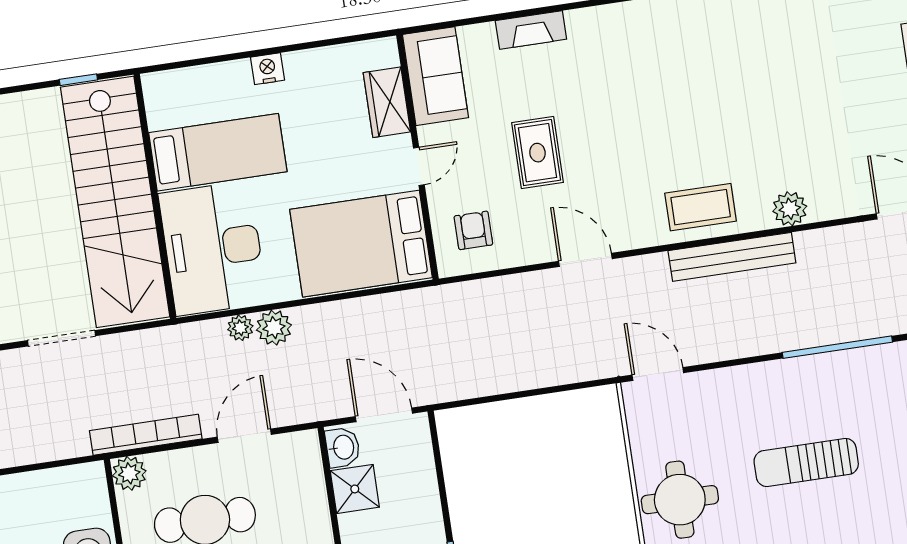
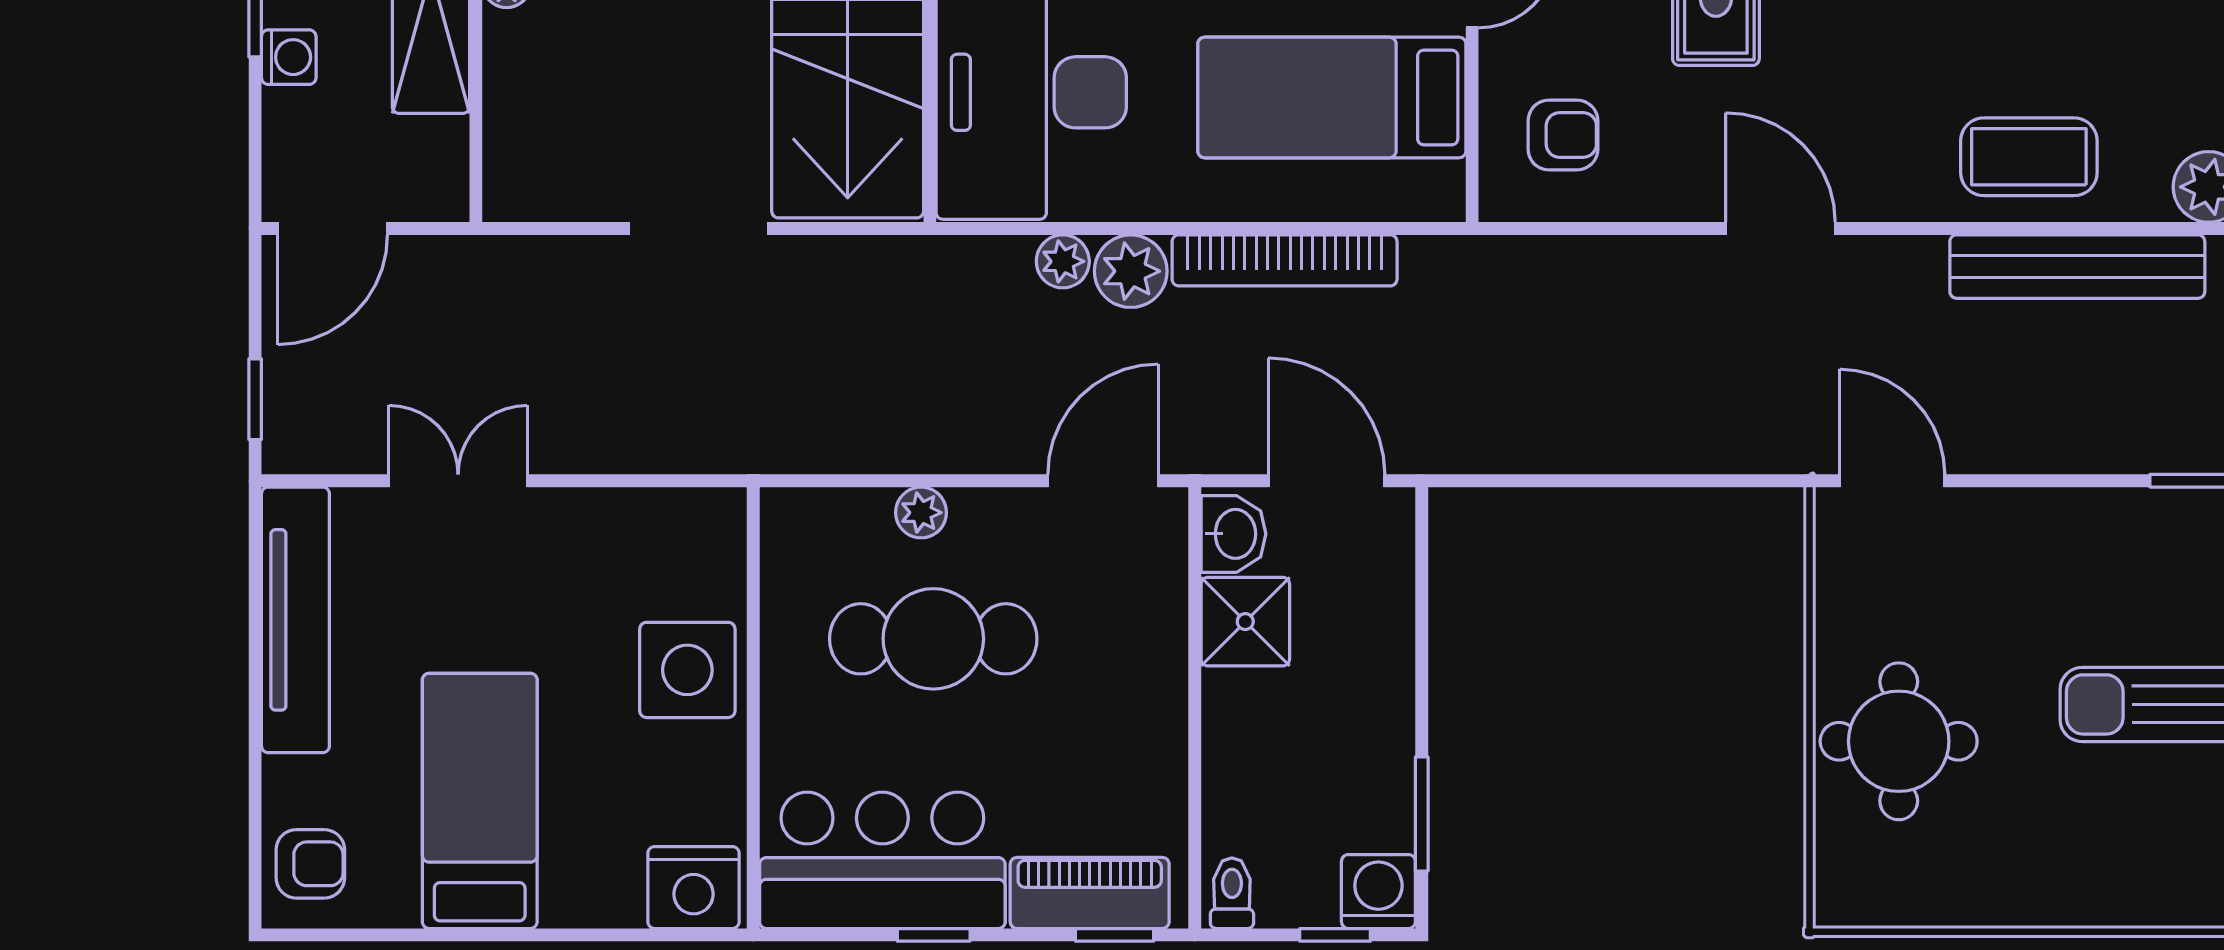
armchair: (473, 230) -> (1563, 135), turned 90
bed: (361, 244) -> (1332, 97), width x0.67
bookcase: (146, 435) -> (1285, 260), moved, turned 180
door: (244, 436) -> (1103, 481), moved
plant: (129, 473) -> (921, 513), moved, width x0.73, depth x0.73

